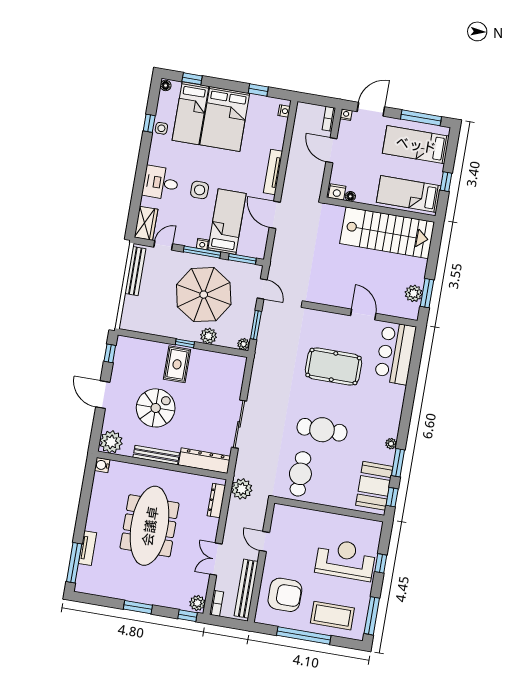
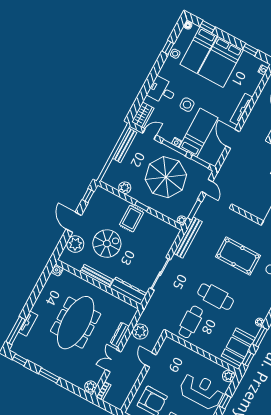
plant: (209, 336) -> (125, 188), moved
plant: (111, 442) -> (75, 244), moved
plant: (242, 489) -> (140, 332), moved
dresser: (216, 501) -> (120, 335), moved
plant: (374, 528) -> (228, 376), added
bench: (246, 589) -> (188, 238), moved
window: (188, 616) -> (20, 360), moved

